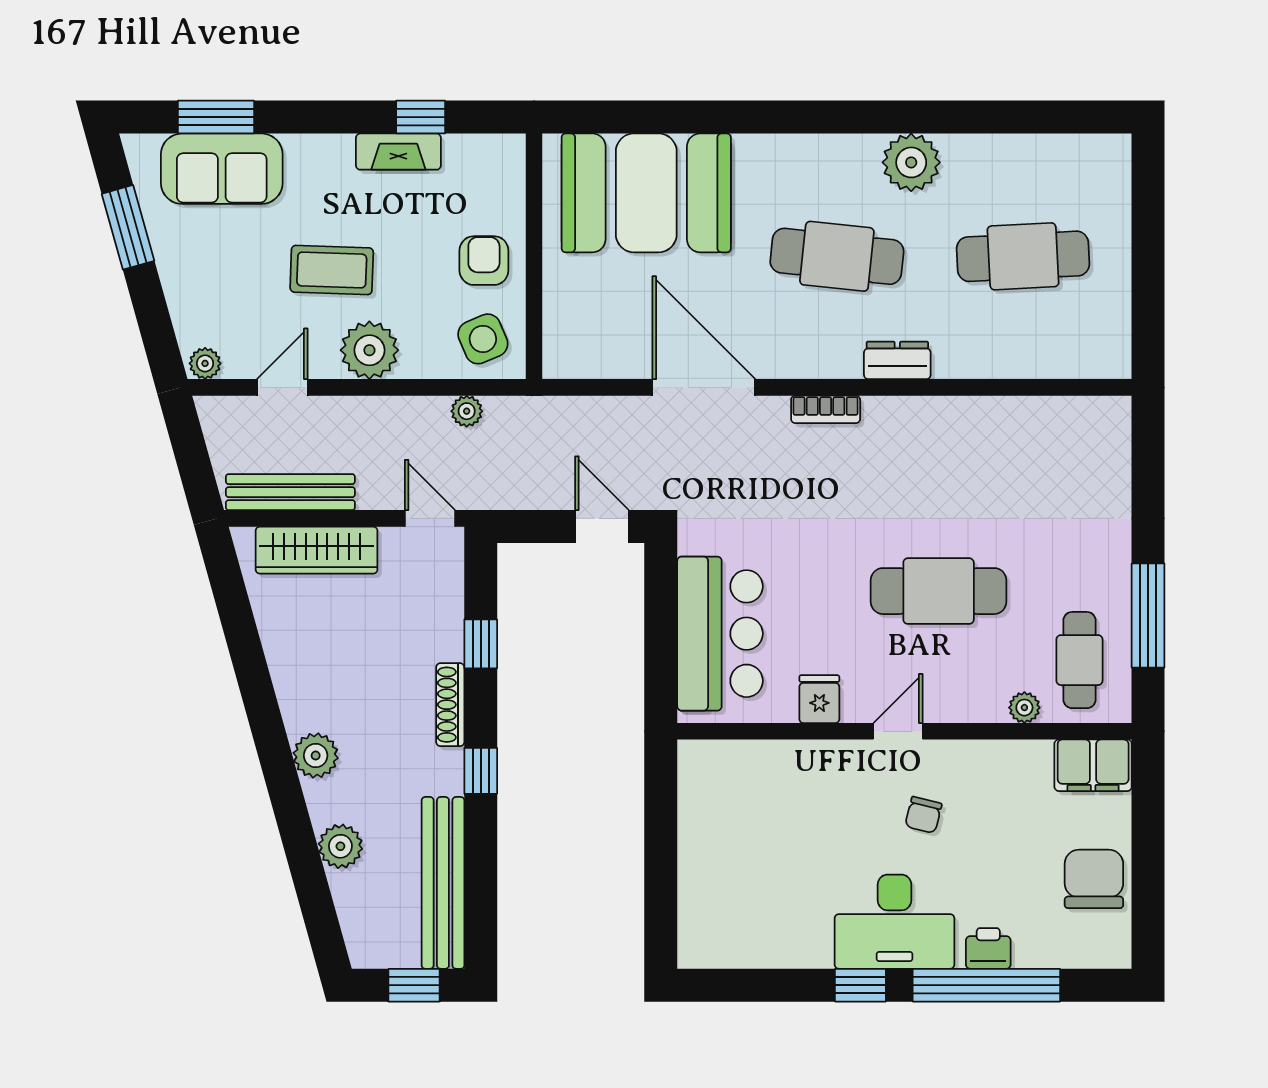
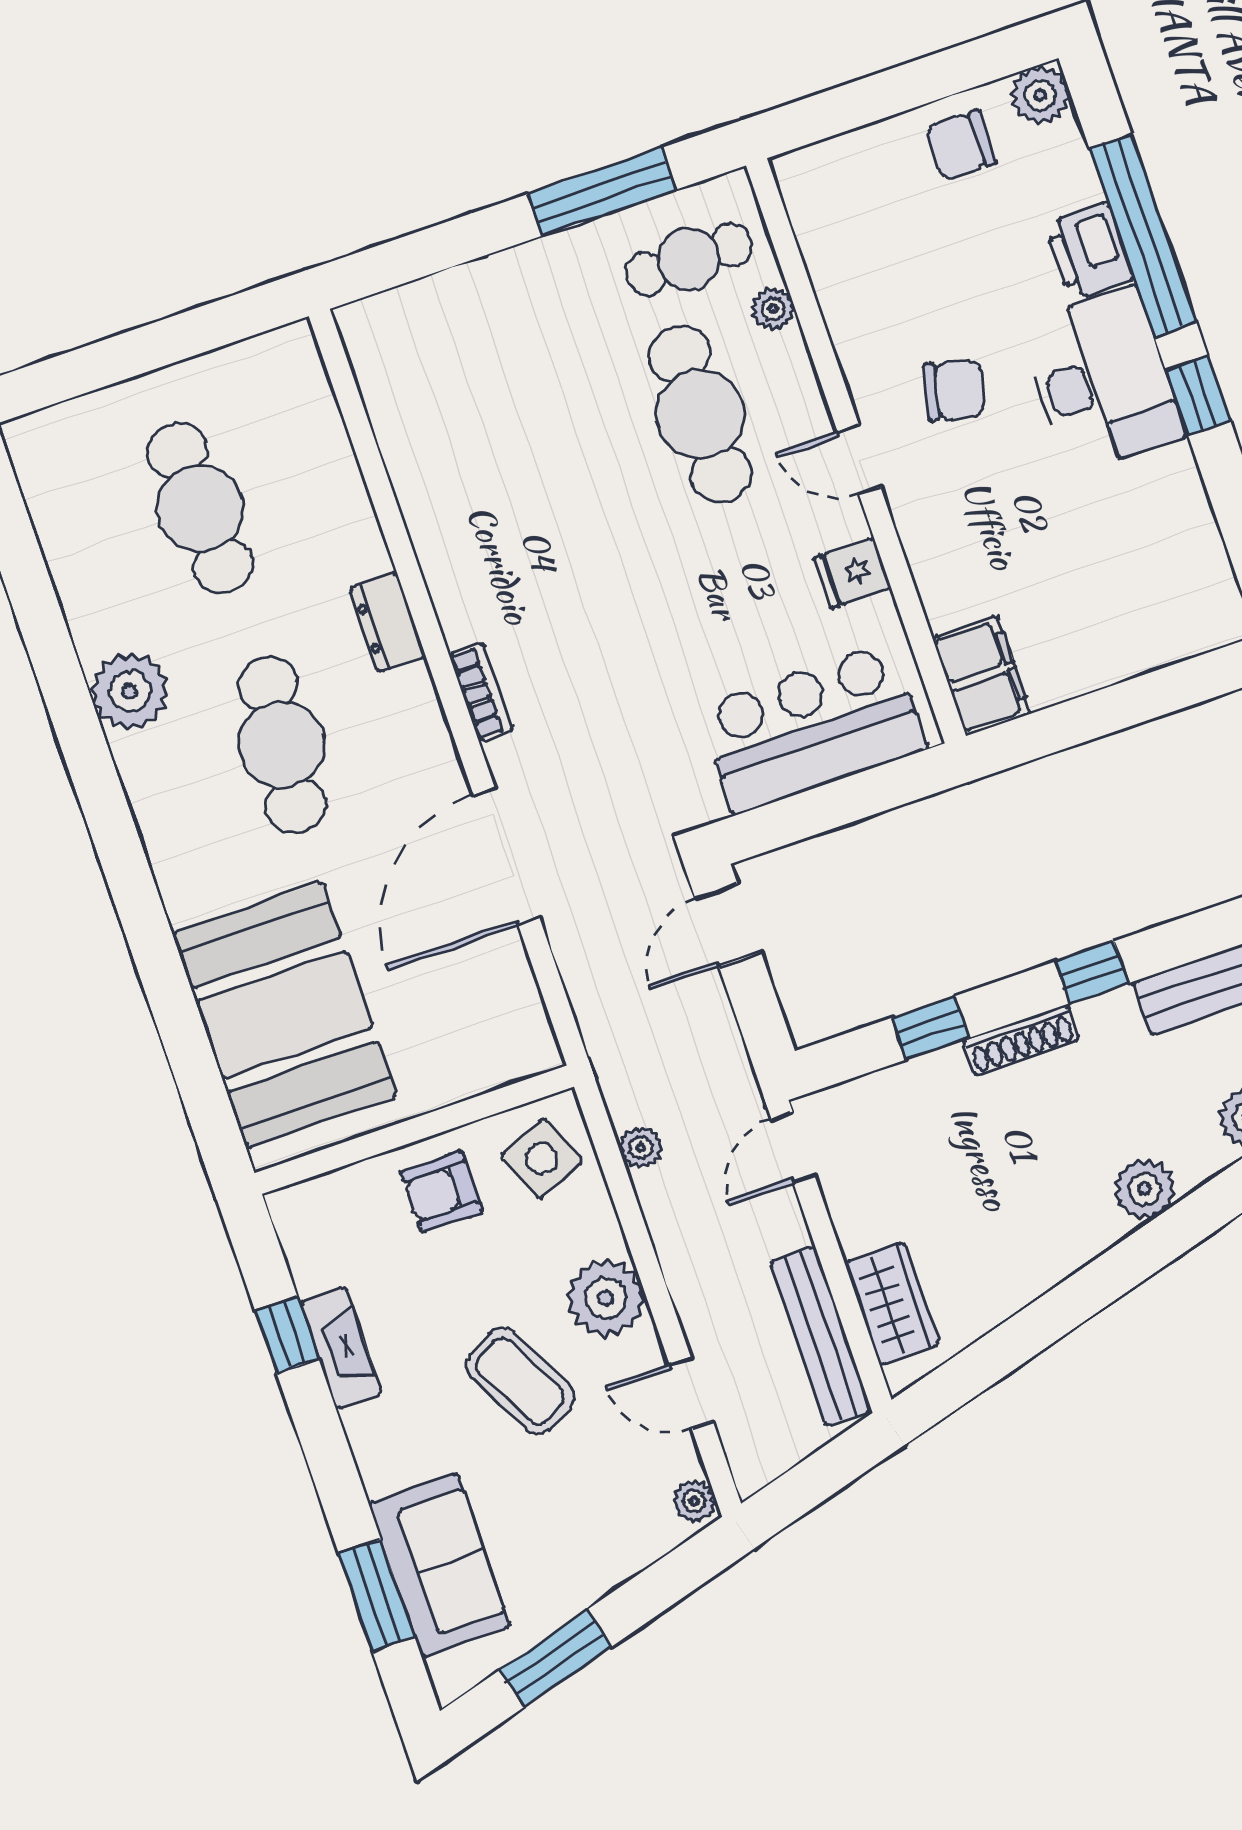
coffee table: (332, 270) -> (520, 1381), turned -30
wardrobe: (317, 550) -> (892, 1303), width x0.67
cafe table: (939, 591) -> (700, 414), moved
filing cabinet: (1093, 765) -> (982, 676), moved
chair: (923, 815) -> (954, 390), width x1.37, depth x1.37
chair: (1094, 879) -> (961, 145), width x0.73, depth x0.73
plant: (1110, 947) -> (1040, 95), added
printer: (988, 948) -> (1089, 251), width x1.36, depth x1.24

